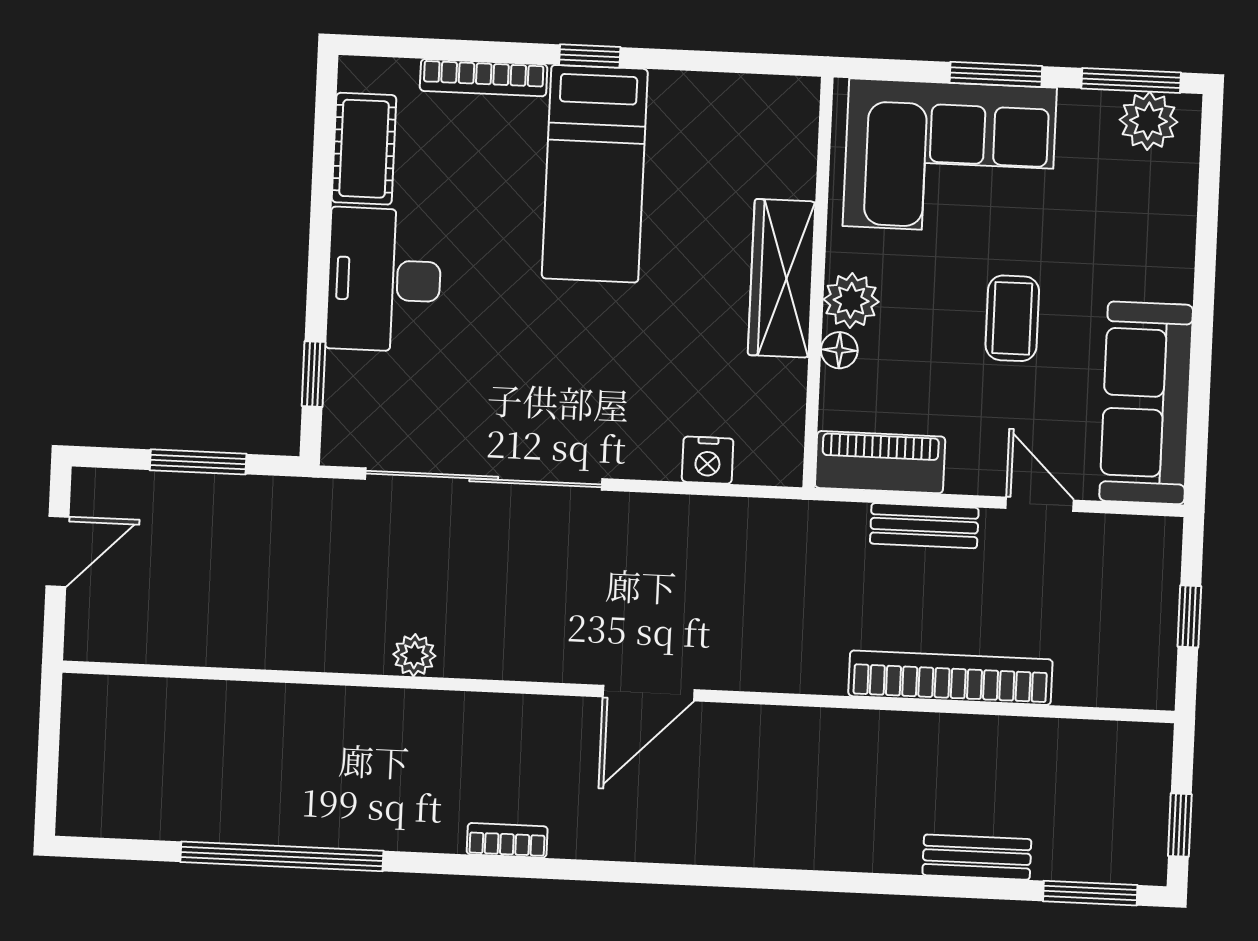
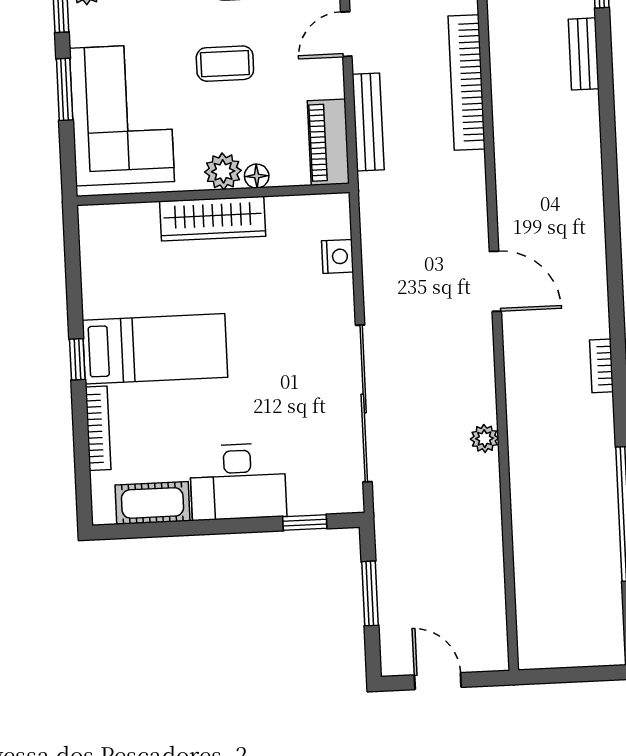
bench: (924, 526) -> (368, 122), width x1.36

